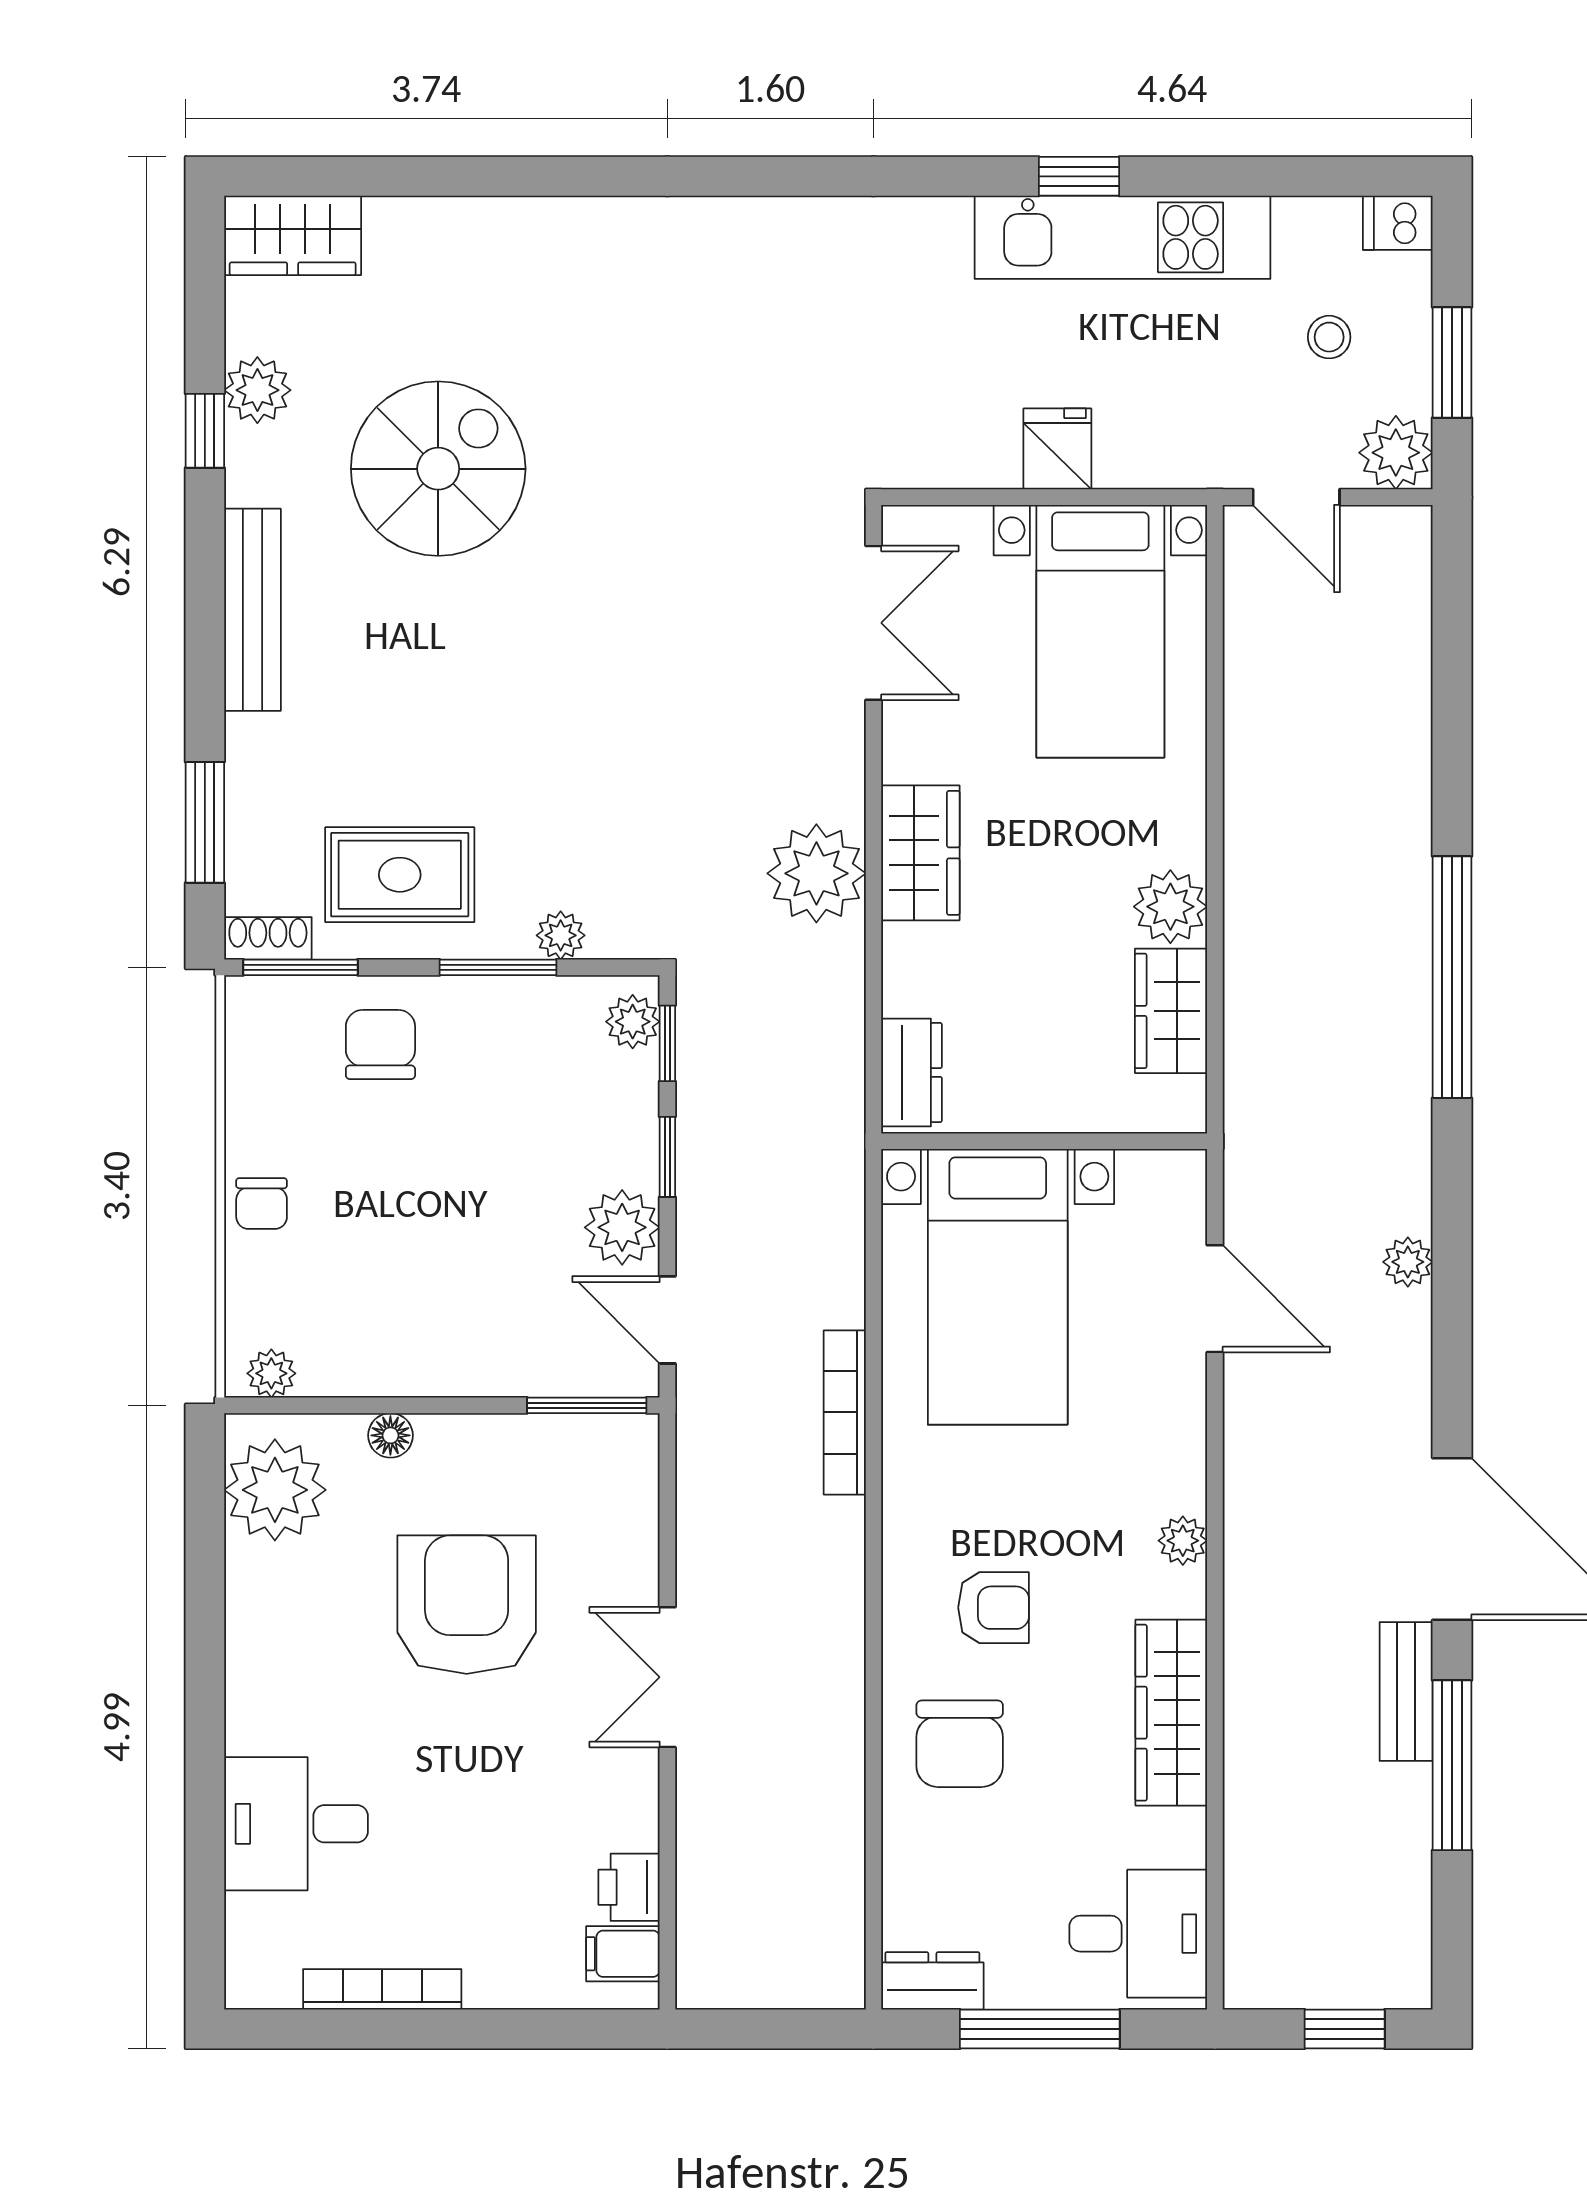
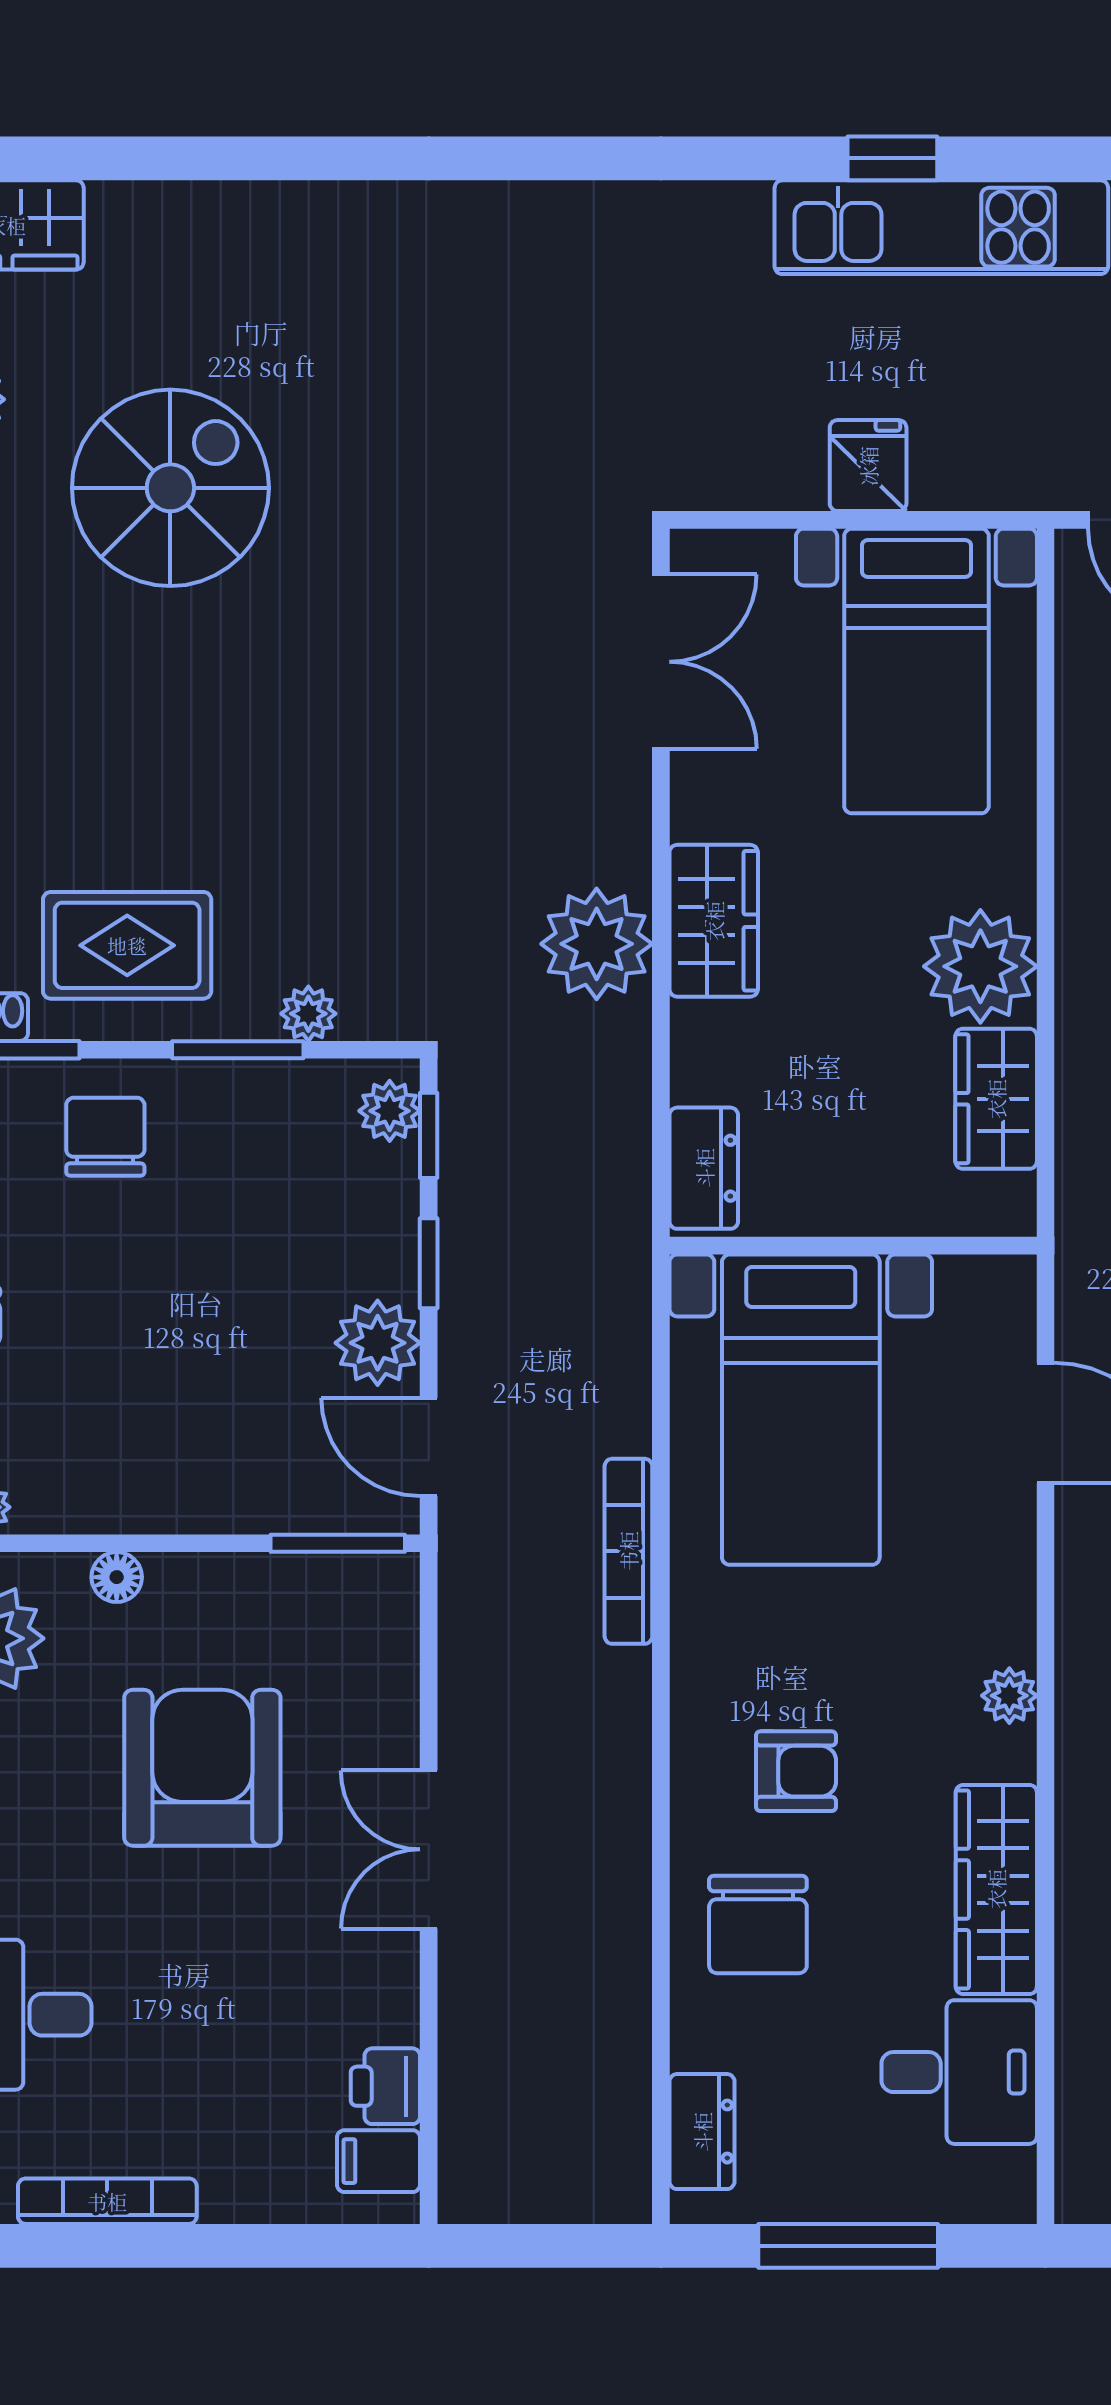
plant: (1170, 907) -> (980, 966), width x1.36, depth x1.36
desk: (1138, 1934) -> (959, 2072), moved
dresser: (932, 1981) -> (702, 2132), moved, turned 90

